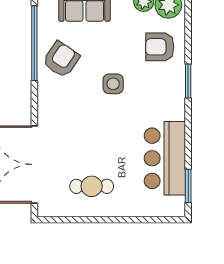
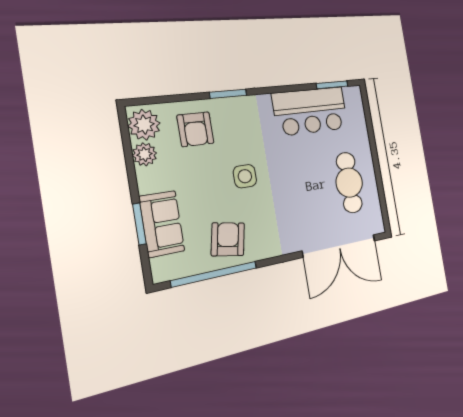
armchair: (61, 59) -> (228, 239), turned 67
cafe table: (92, 186) -> (349, 183), width x1.37, depth x1.35

